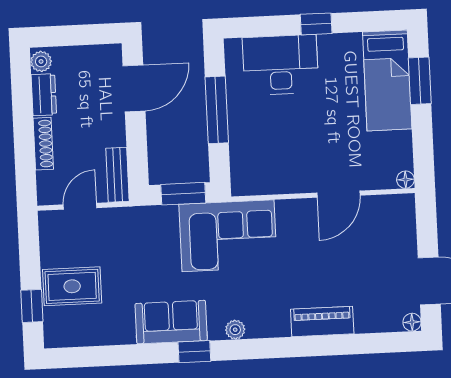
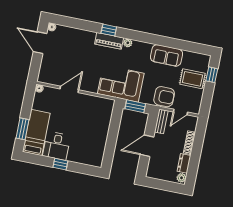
desk: (280, 65) -> (57, 146), moved, width x0.73
door: (134, 88) -> (147, 146), moved
window: (217, 110) -> (112, 138), removed
armchair: (125, 231) -> (164, 97), added
sofa: (171, 322) -> (167, 55), moved
piano: (322, 322) -> (109, 41), moved
window: (194, 352) -> (109, 30), moved

